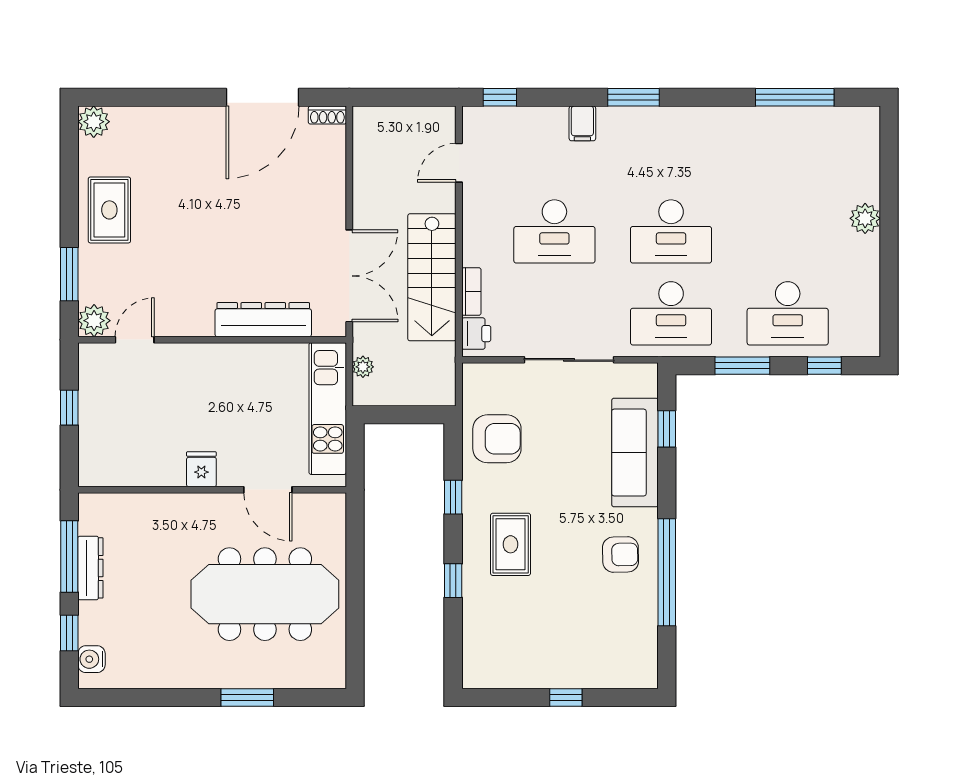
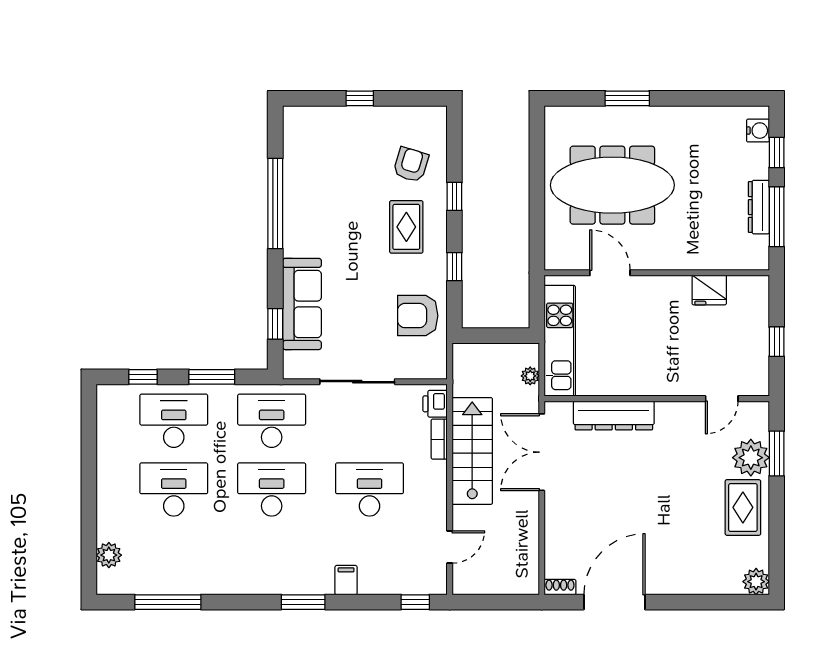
plant: (865, 218) -> (109, 555), moved
desk: (788, 231) -> (174, 489), added
plant: (94, 321) -> (751, 458), moved, width x1.36, depth x1.36
fridge: (201, 469) -> (709, 290), moved, width x1.38
armchair: (621, 554) -> (411, 165), moved, turned 108

